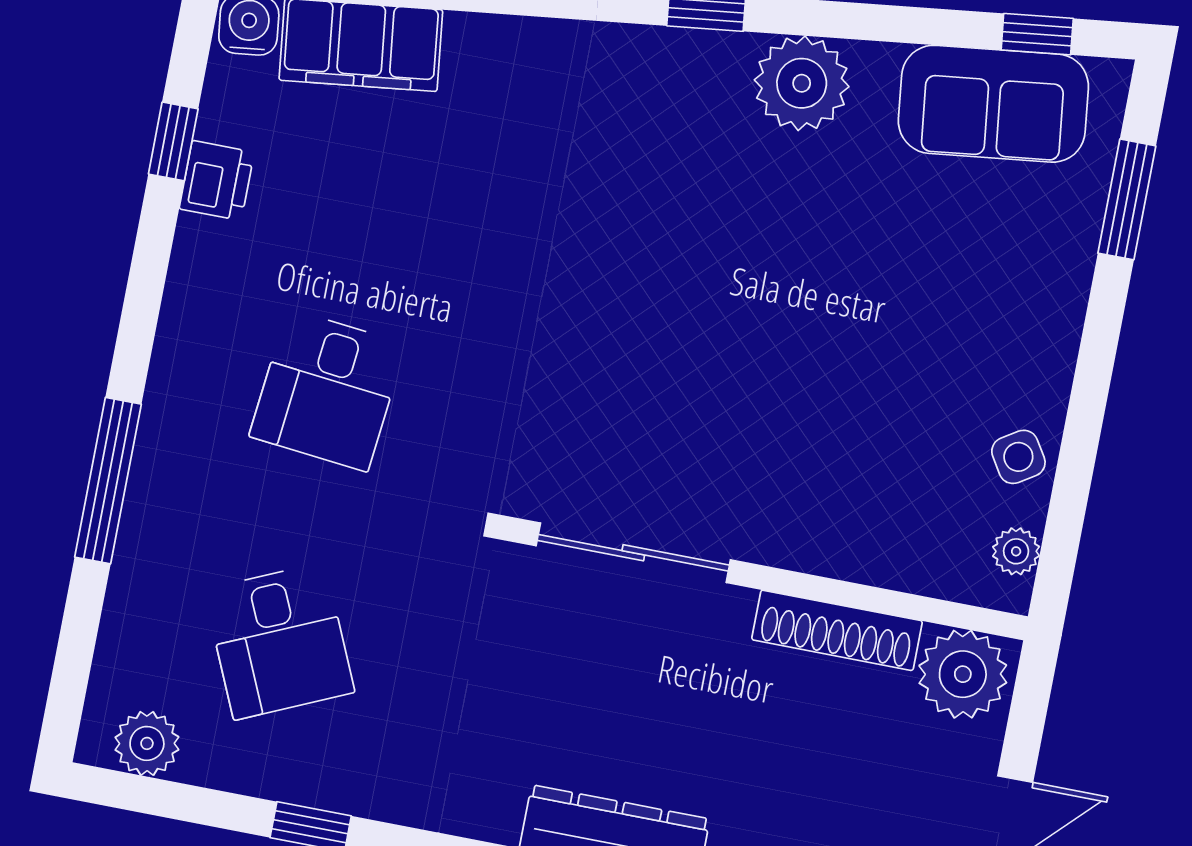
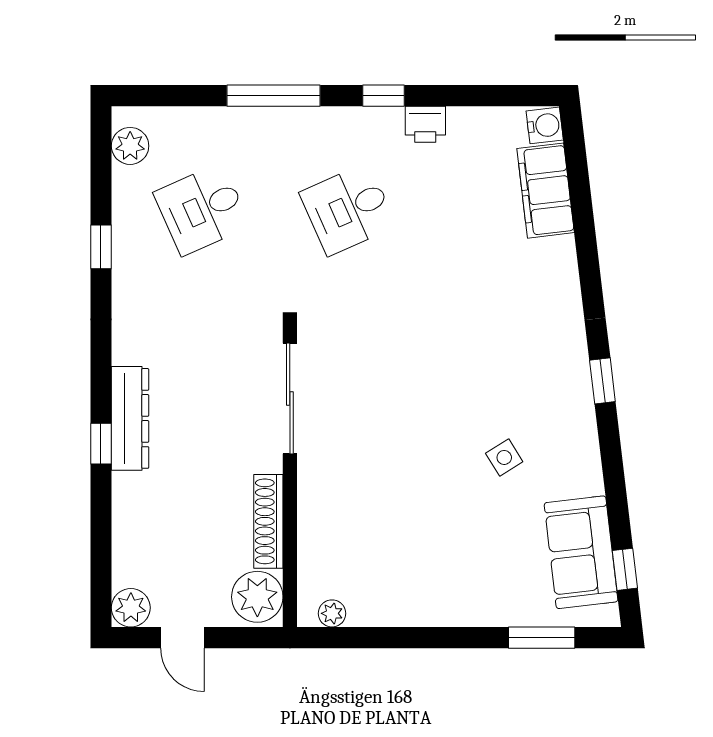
plant: (802, 83) -> (572, 442), removed
window: (173, 141) -> (384, 96), moved
printer: (217, 181) -> (425, 124), moved
desk: (328, 390) -> (348, 209), turned -30
side table: (1018, 457) -> (504, 457), moved

